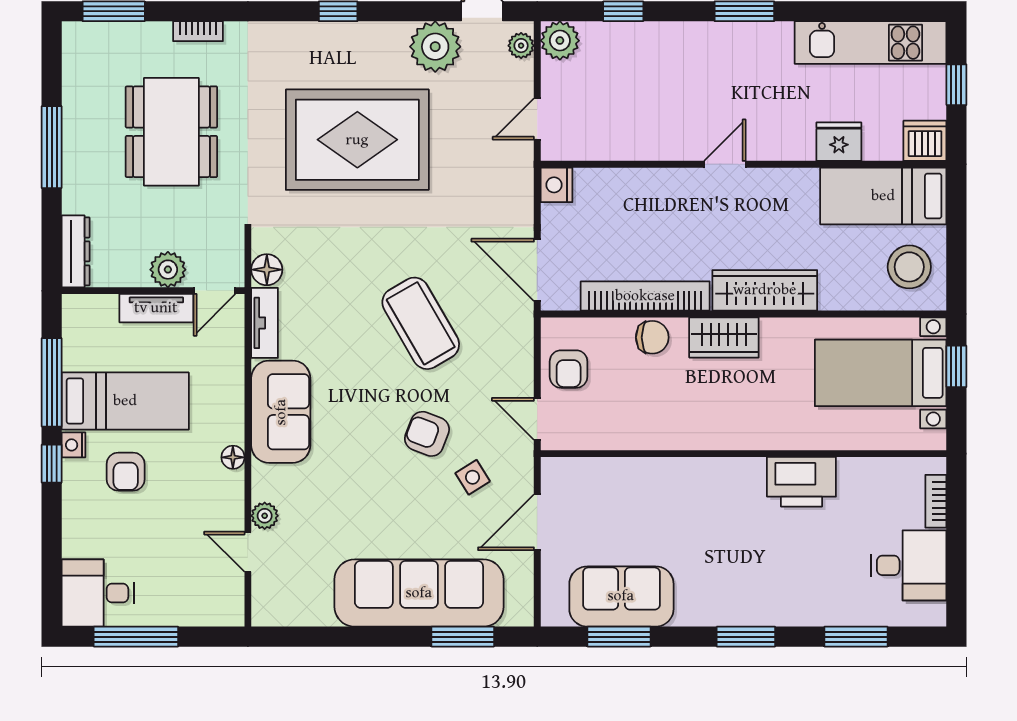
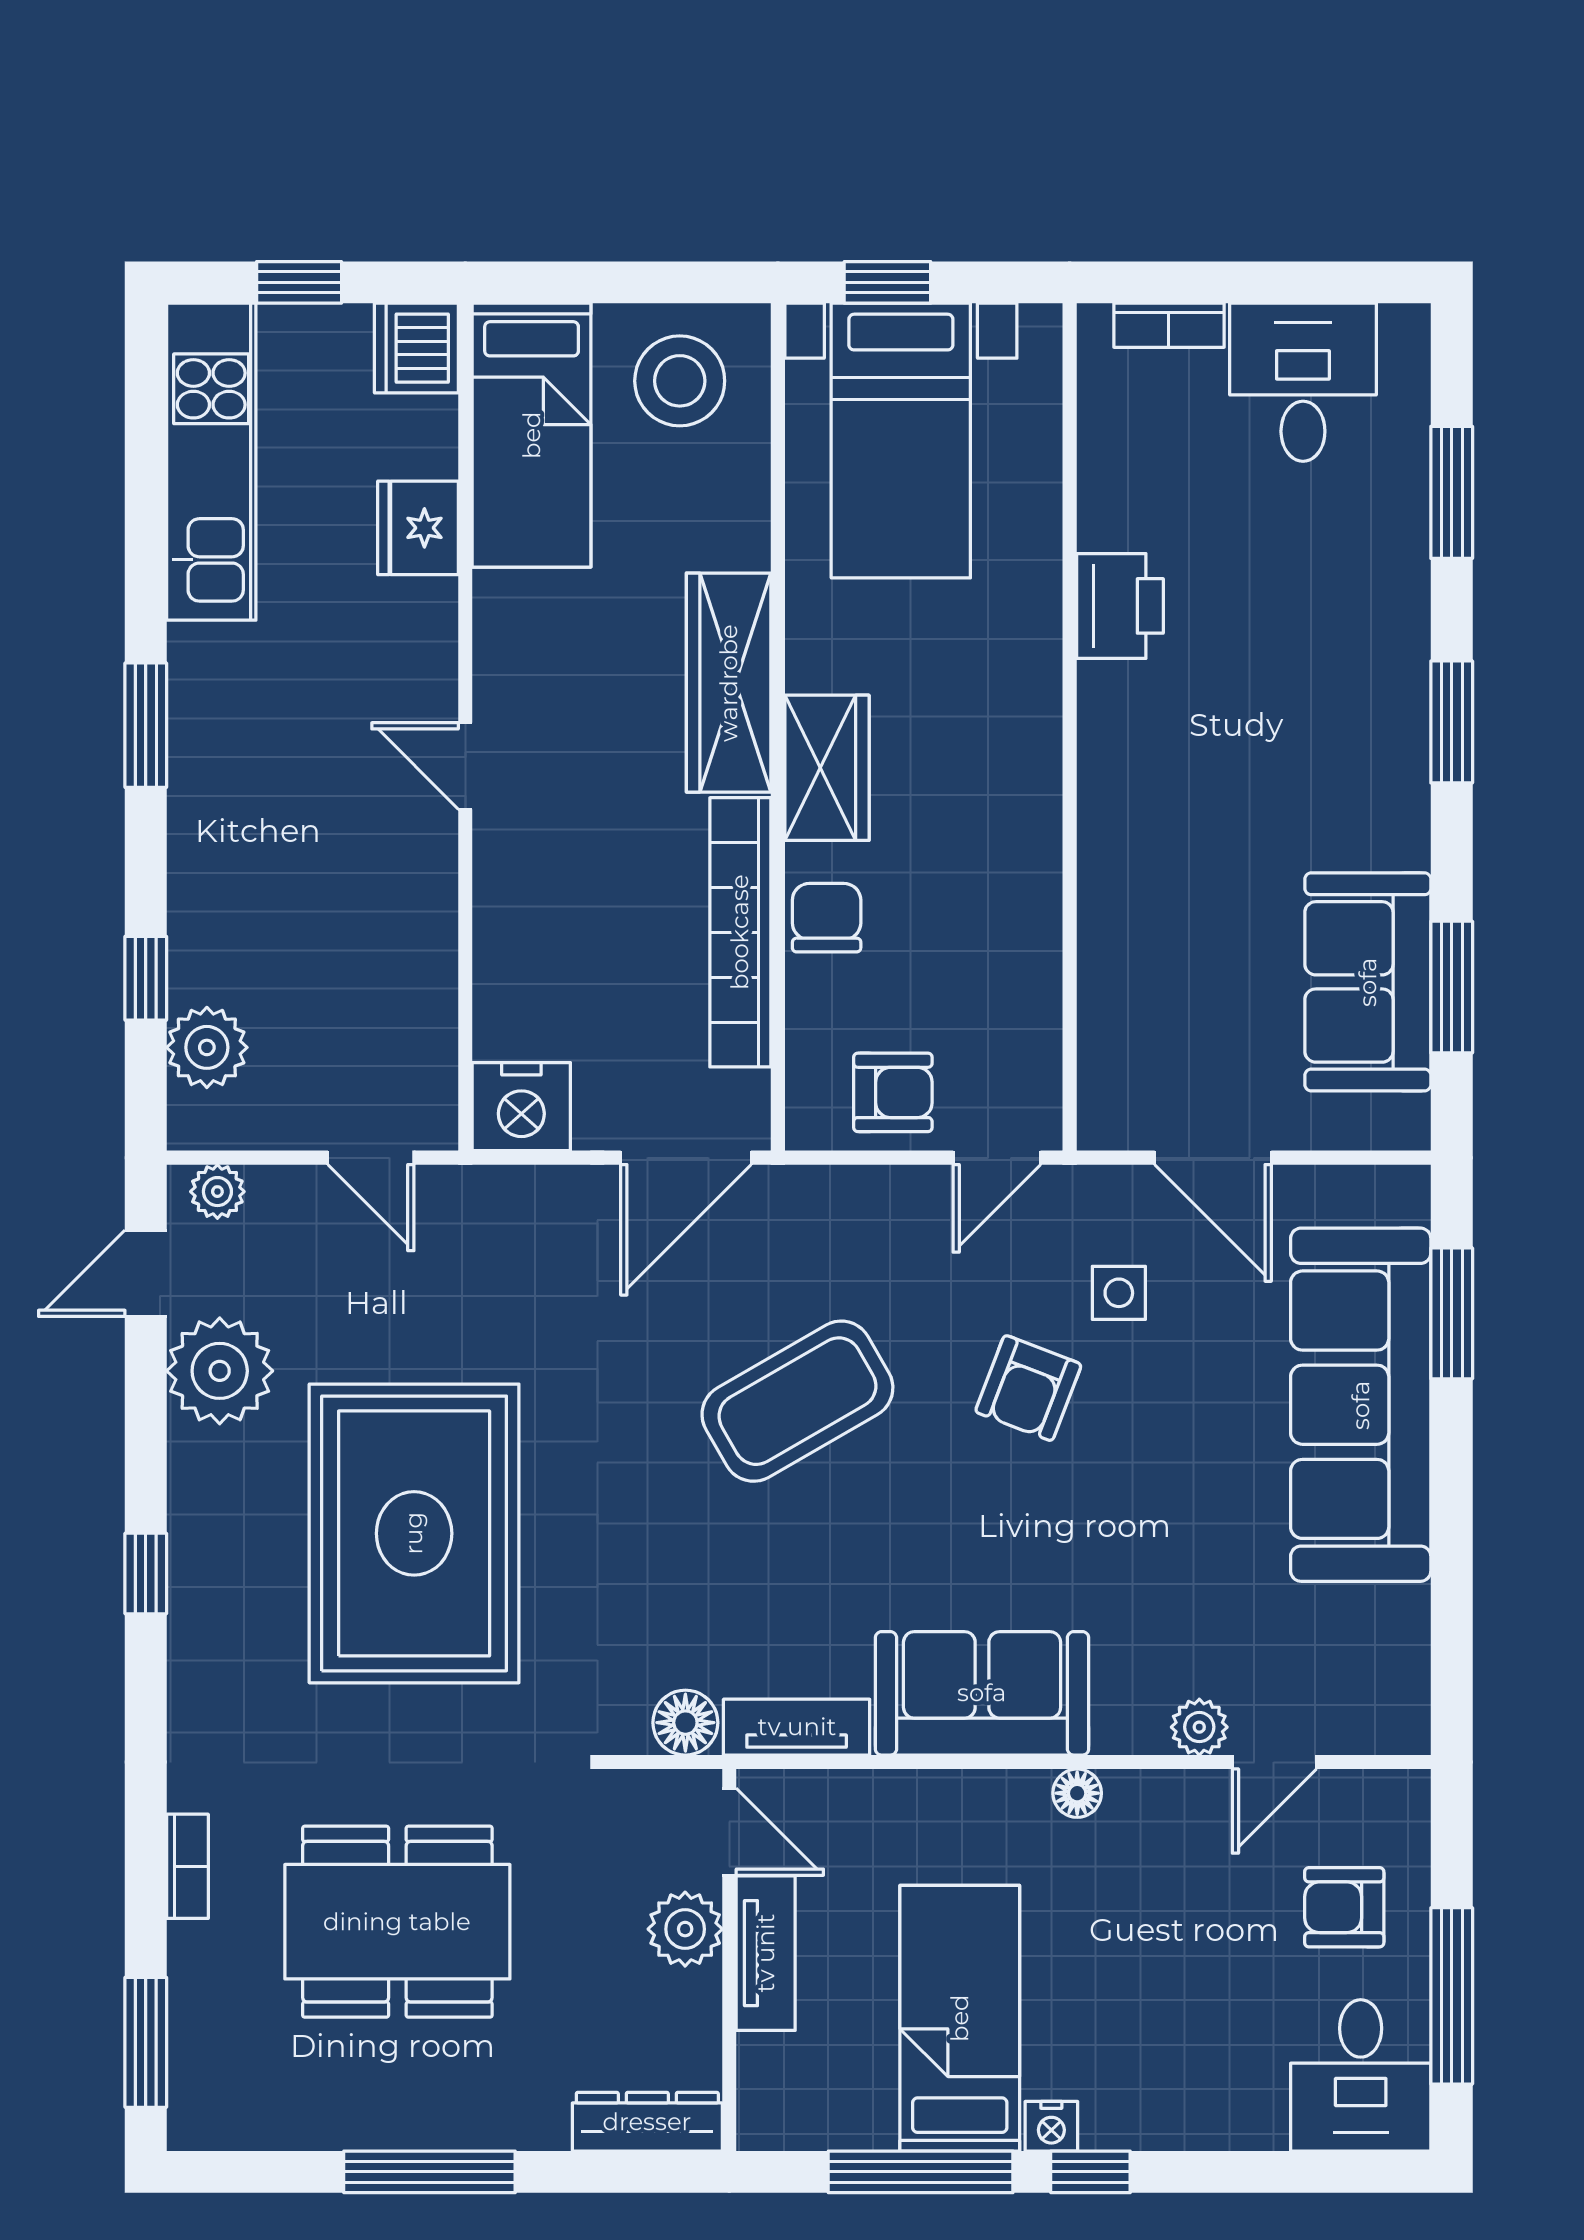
plant: (560, 41) -> (207, 1047), moved
nightstand: (557, 185) -> (521, 1107), width x1.36, depth x1.33
armchair: (126, 472) -> (1344, 1907), moved, turned 180
side table: (473, 477) -> (1119, 1293), turned 32
printer: (801, 482) -> (1120, 606), width x0.73, depth x0.84

